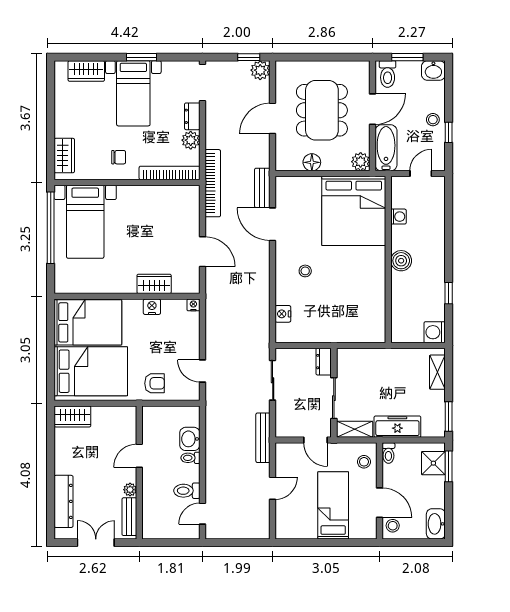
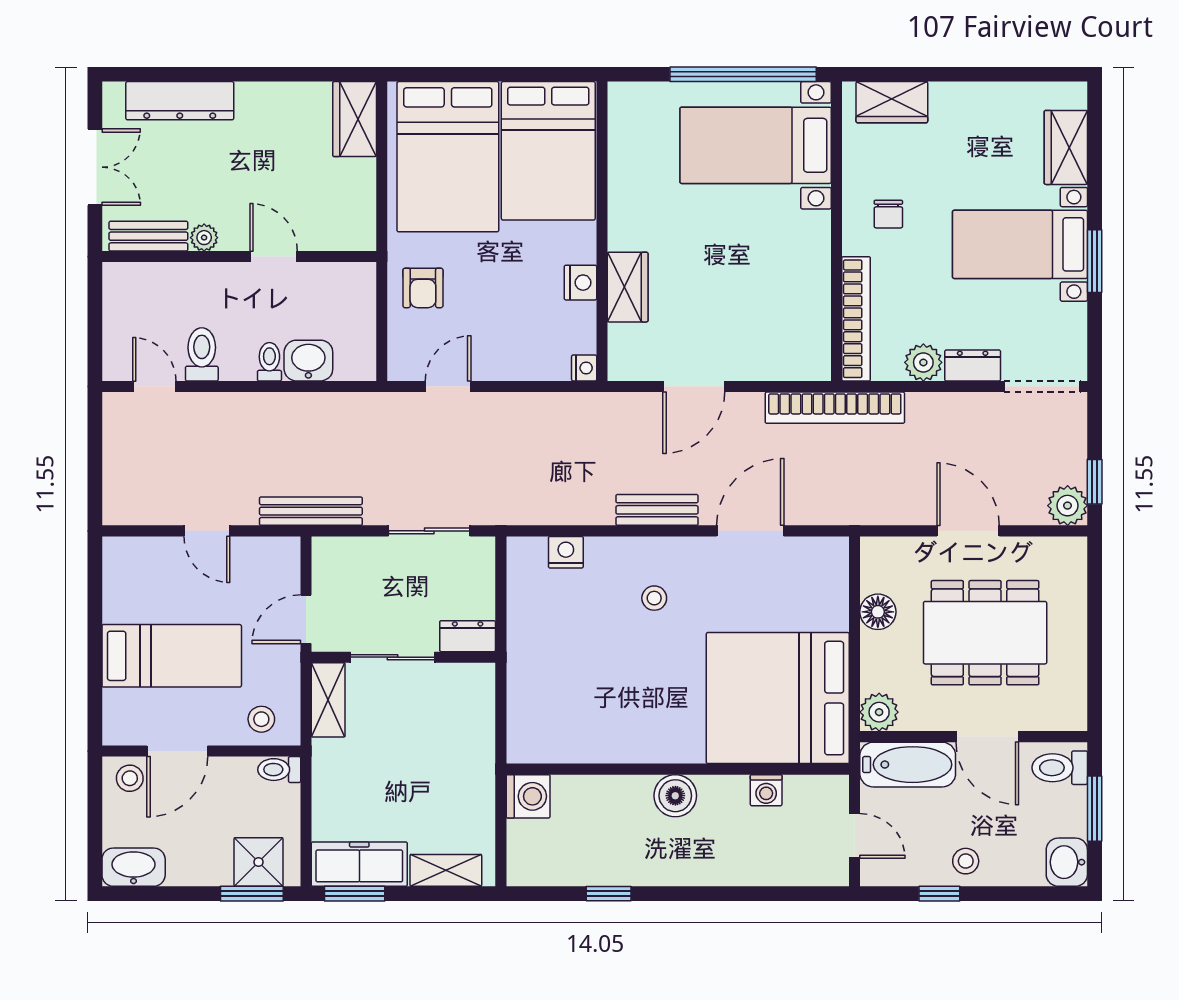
bench: (262, 188) -> (657, 510), moved
washing machine: (435, 332) -> (528, 796), moved, turned 90
freezer: (397, 427) -> (359, 864), moved, turned -90

